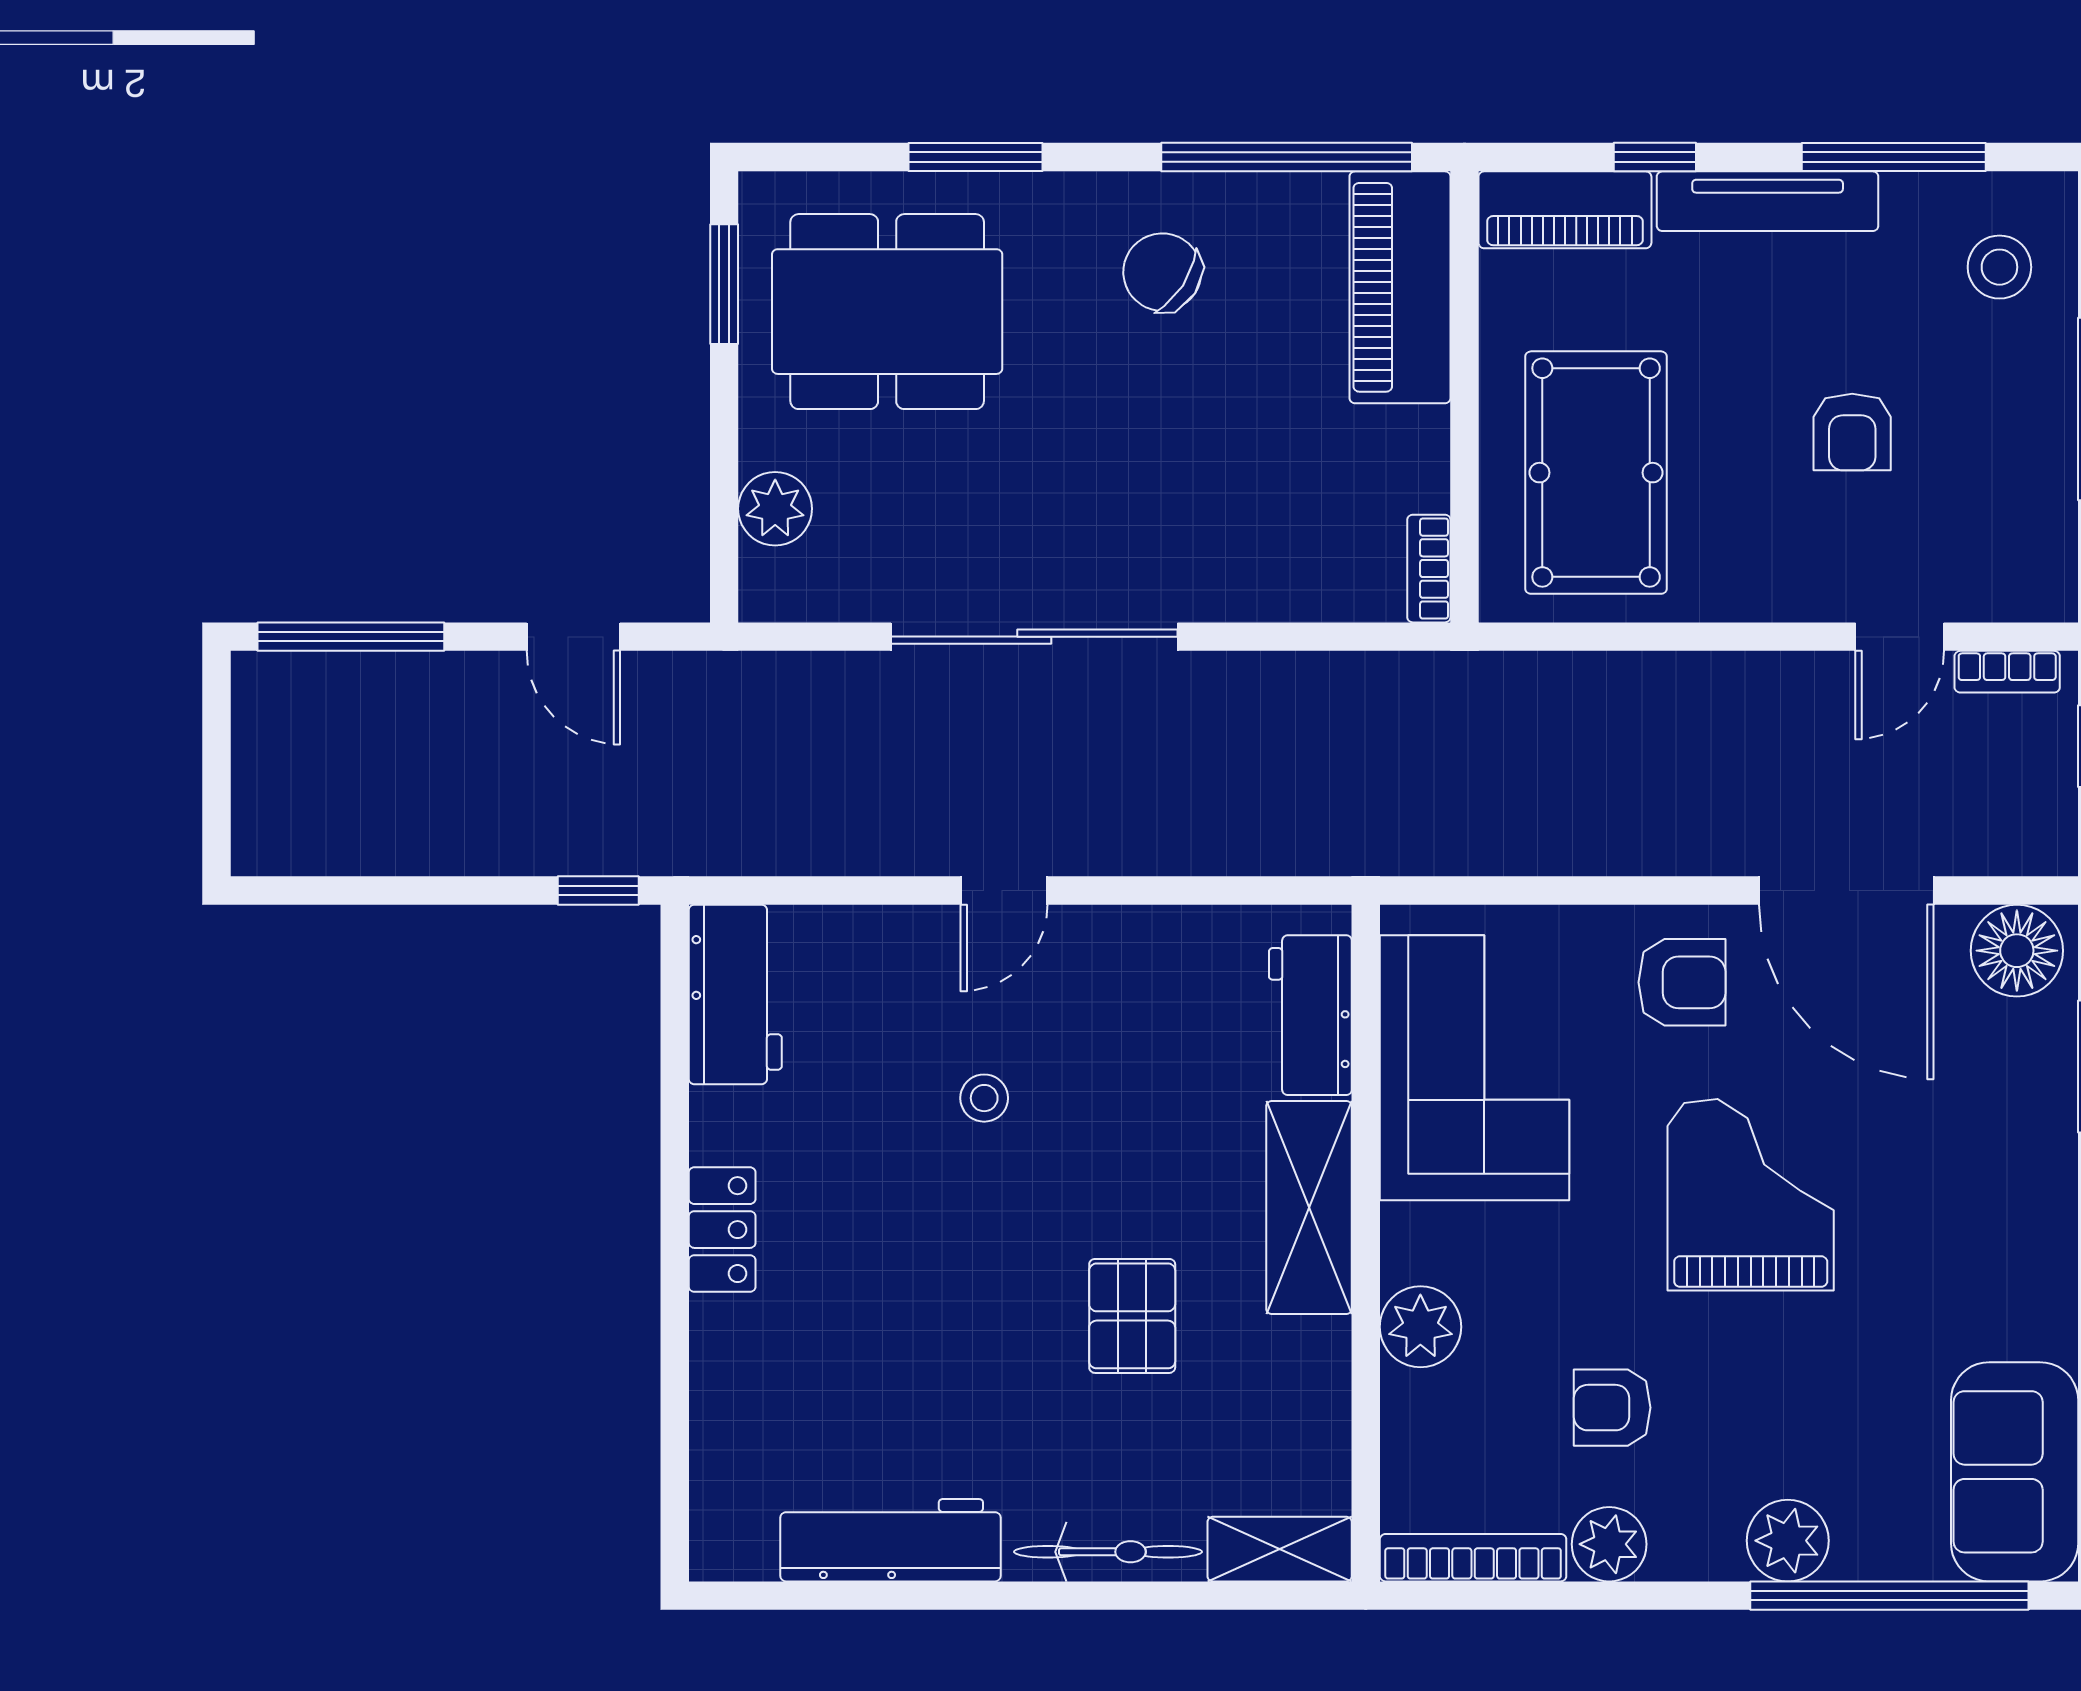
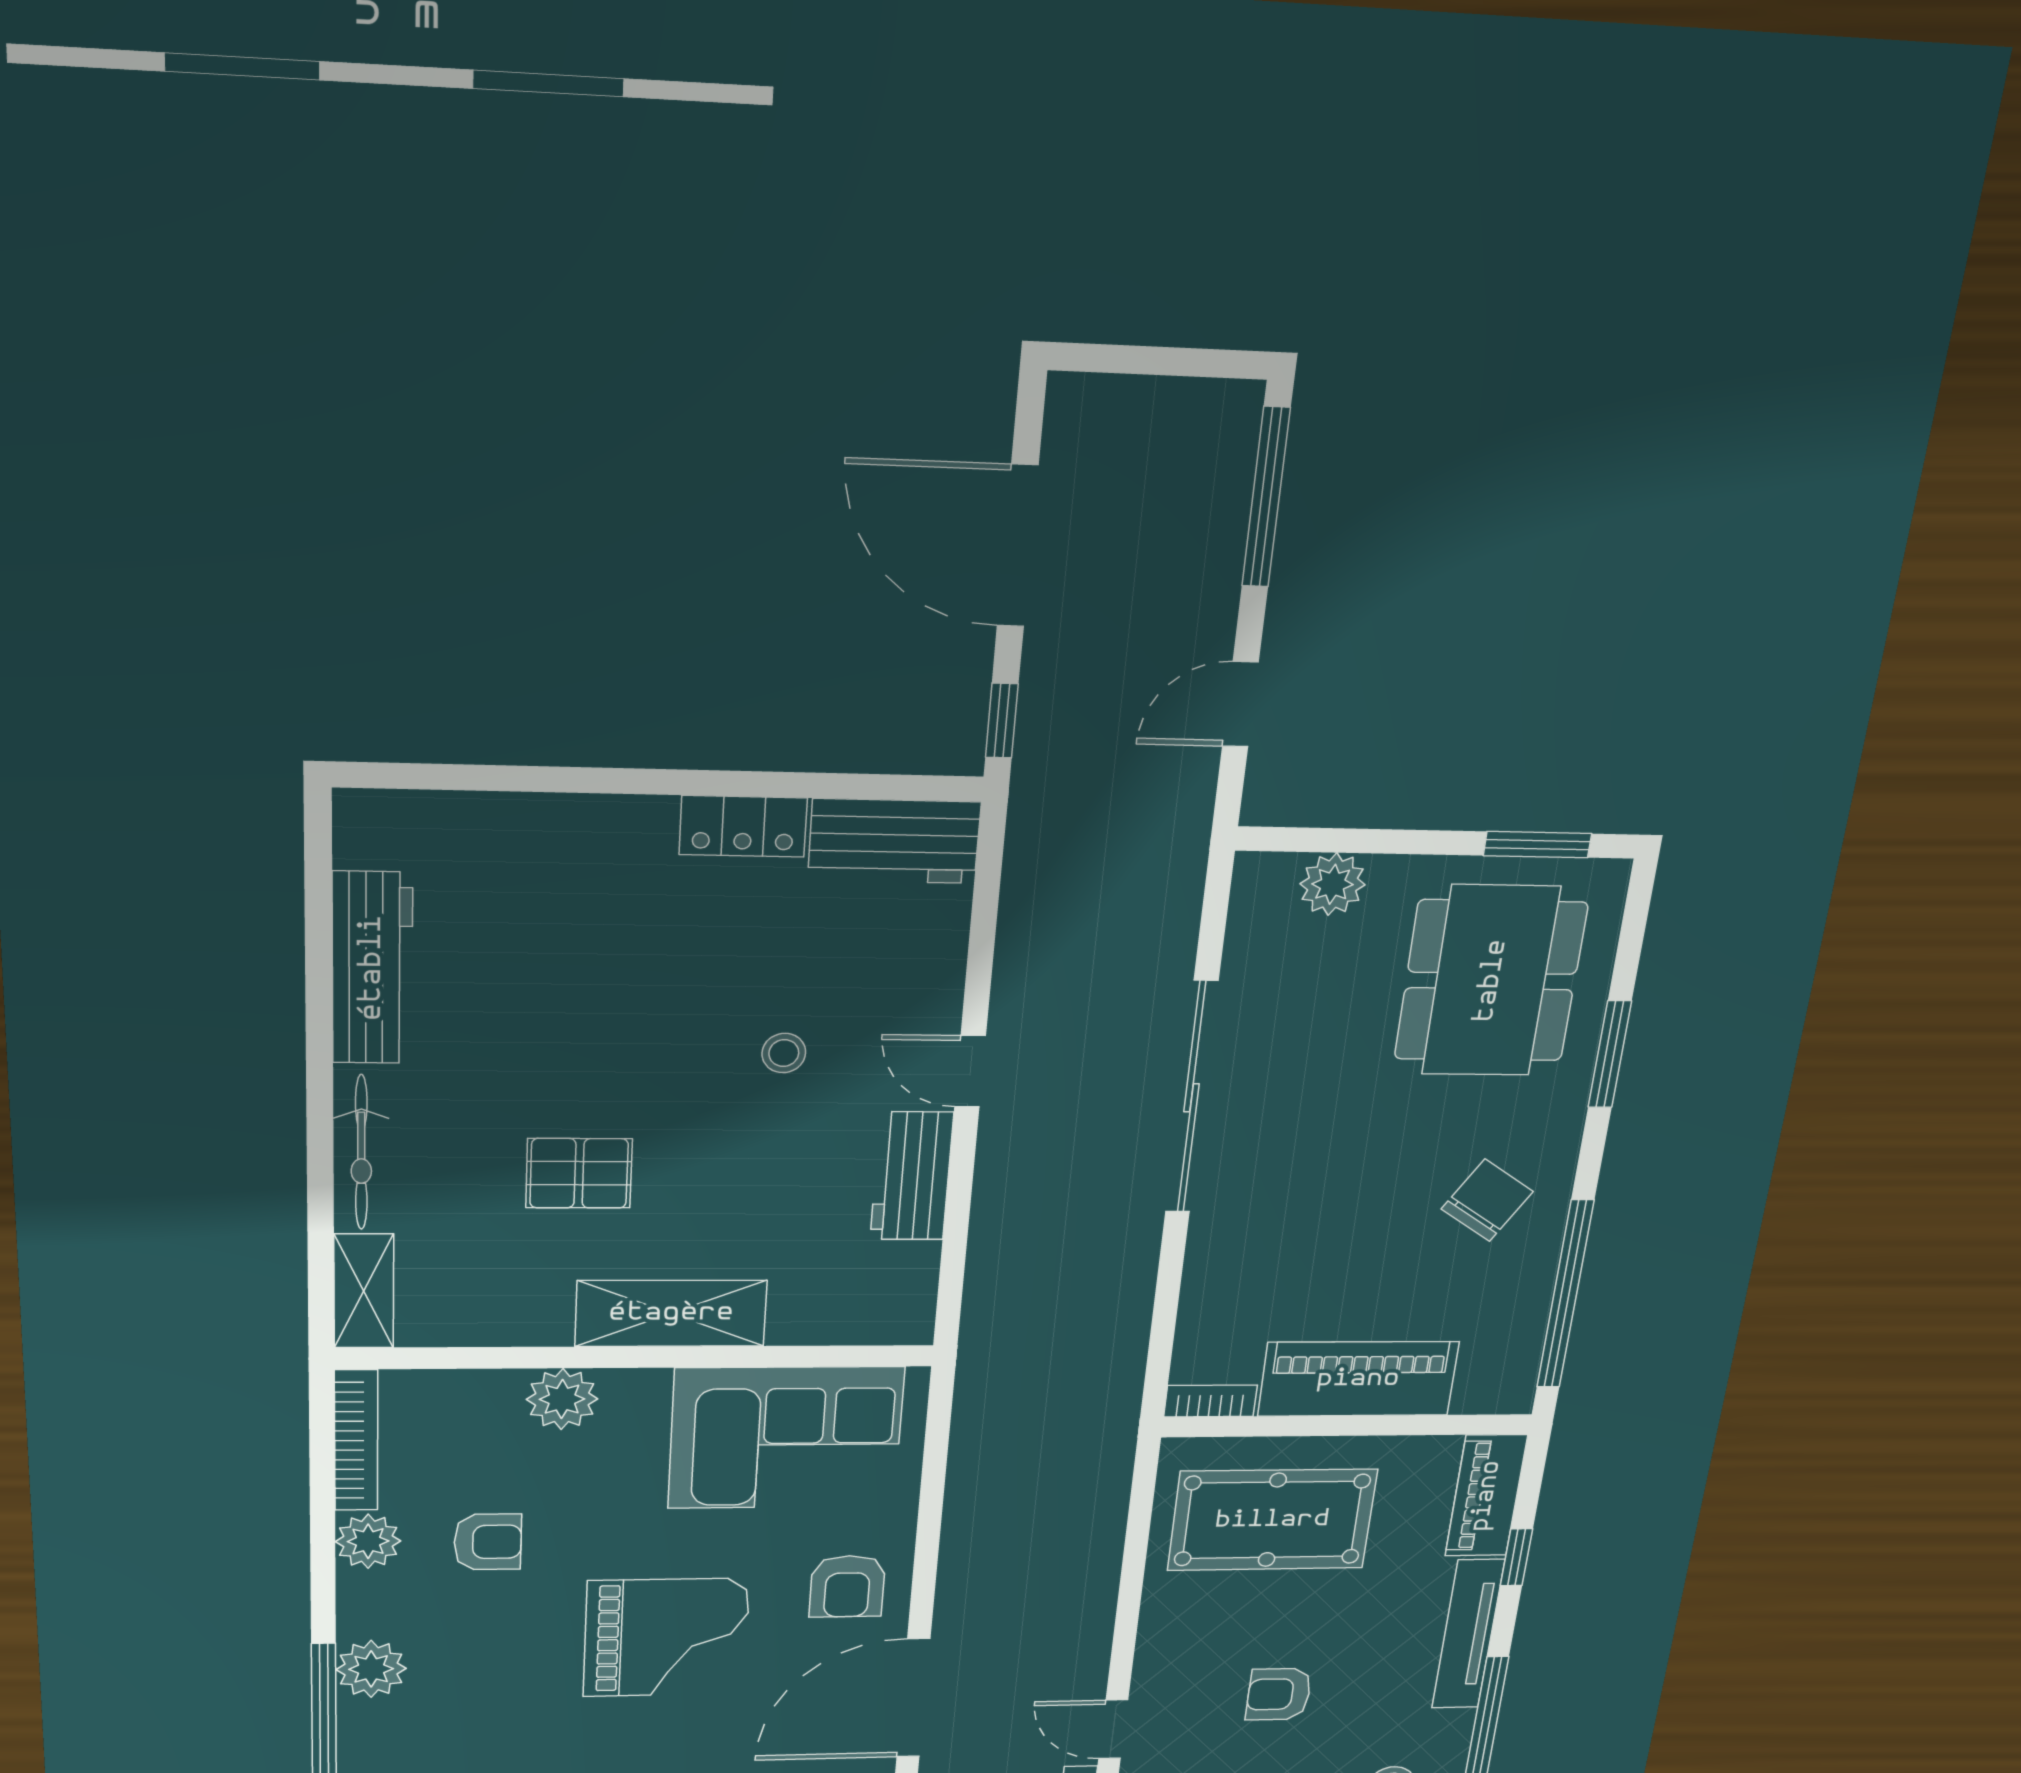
piano: (1400, 287) -> (1358, 1379), moved
door: (411, 890) -> (1018, 546), added
workbench: (1310, 1015) -> (912, 1176), moved, turned -90
locker: (722, 1230) -> (743, 826), moved
armchair: (1612, 1408) -> (488, 1542), turned 90

